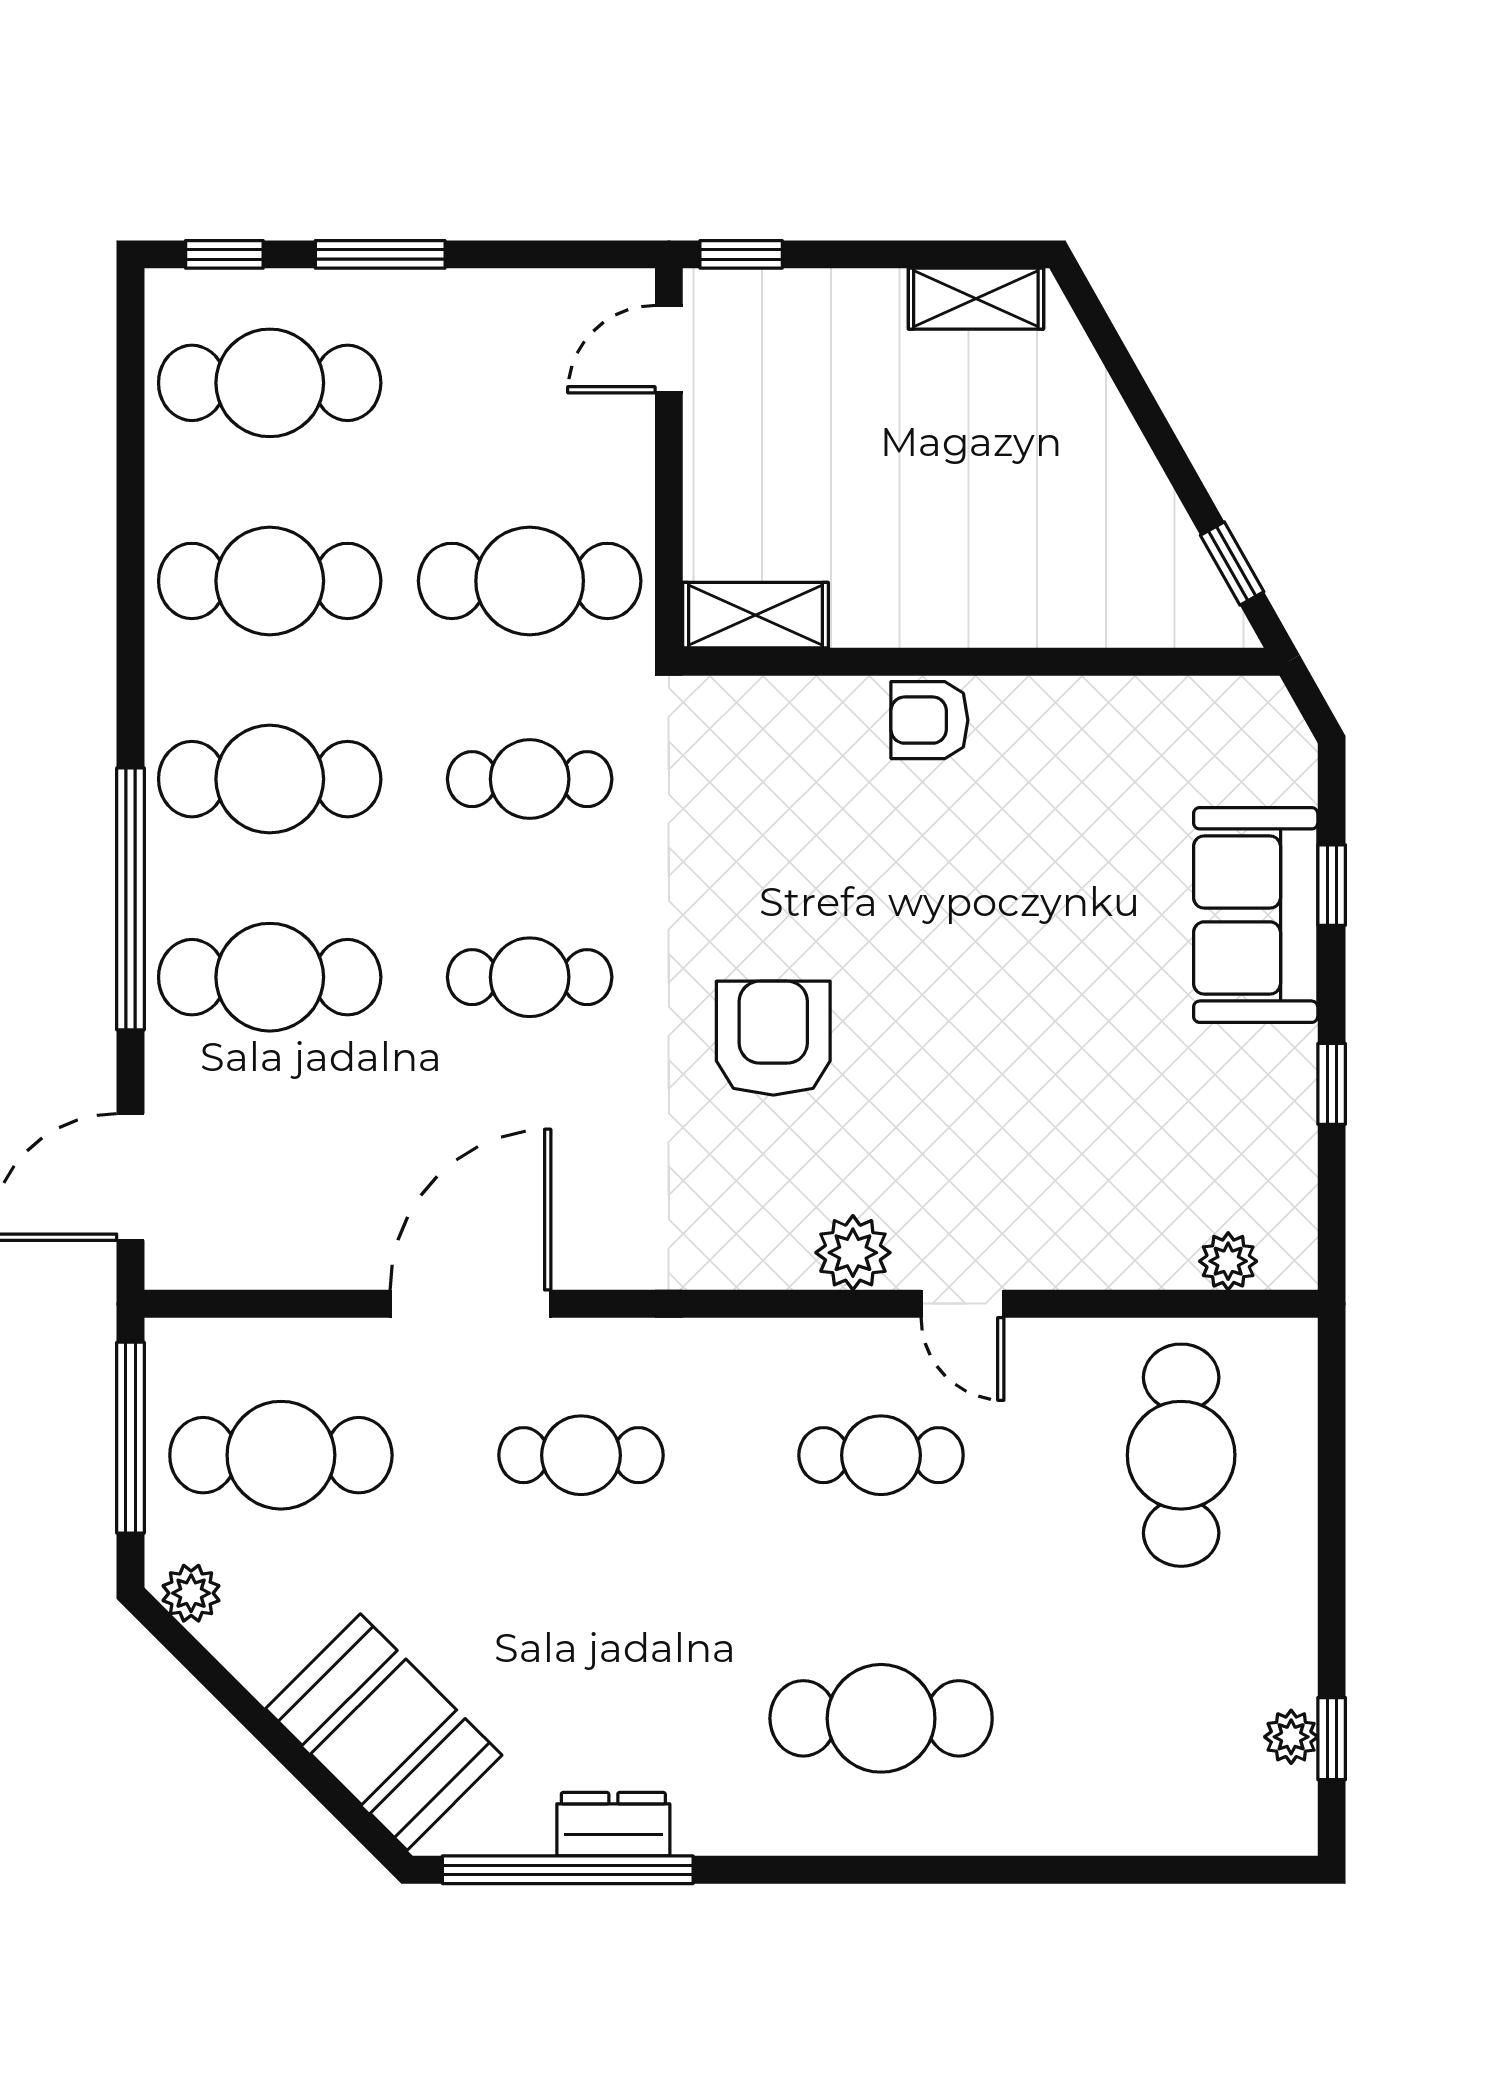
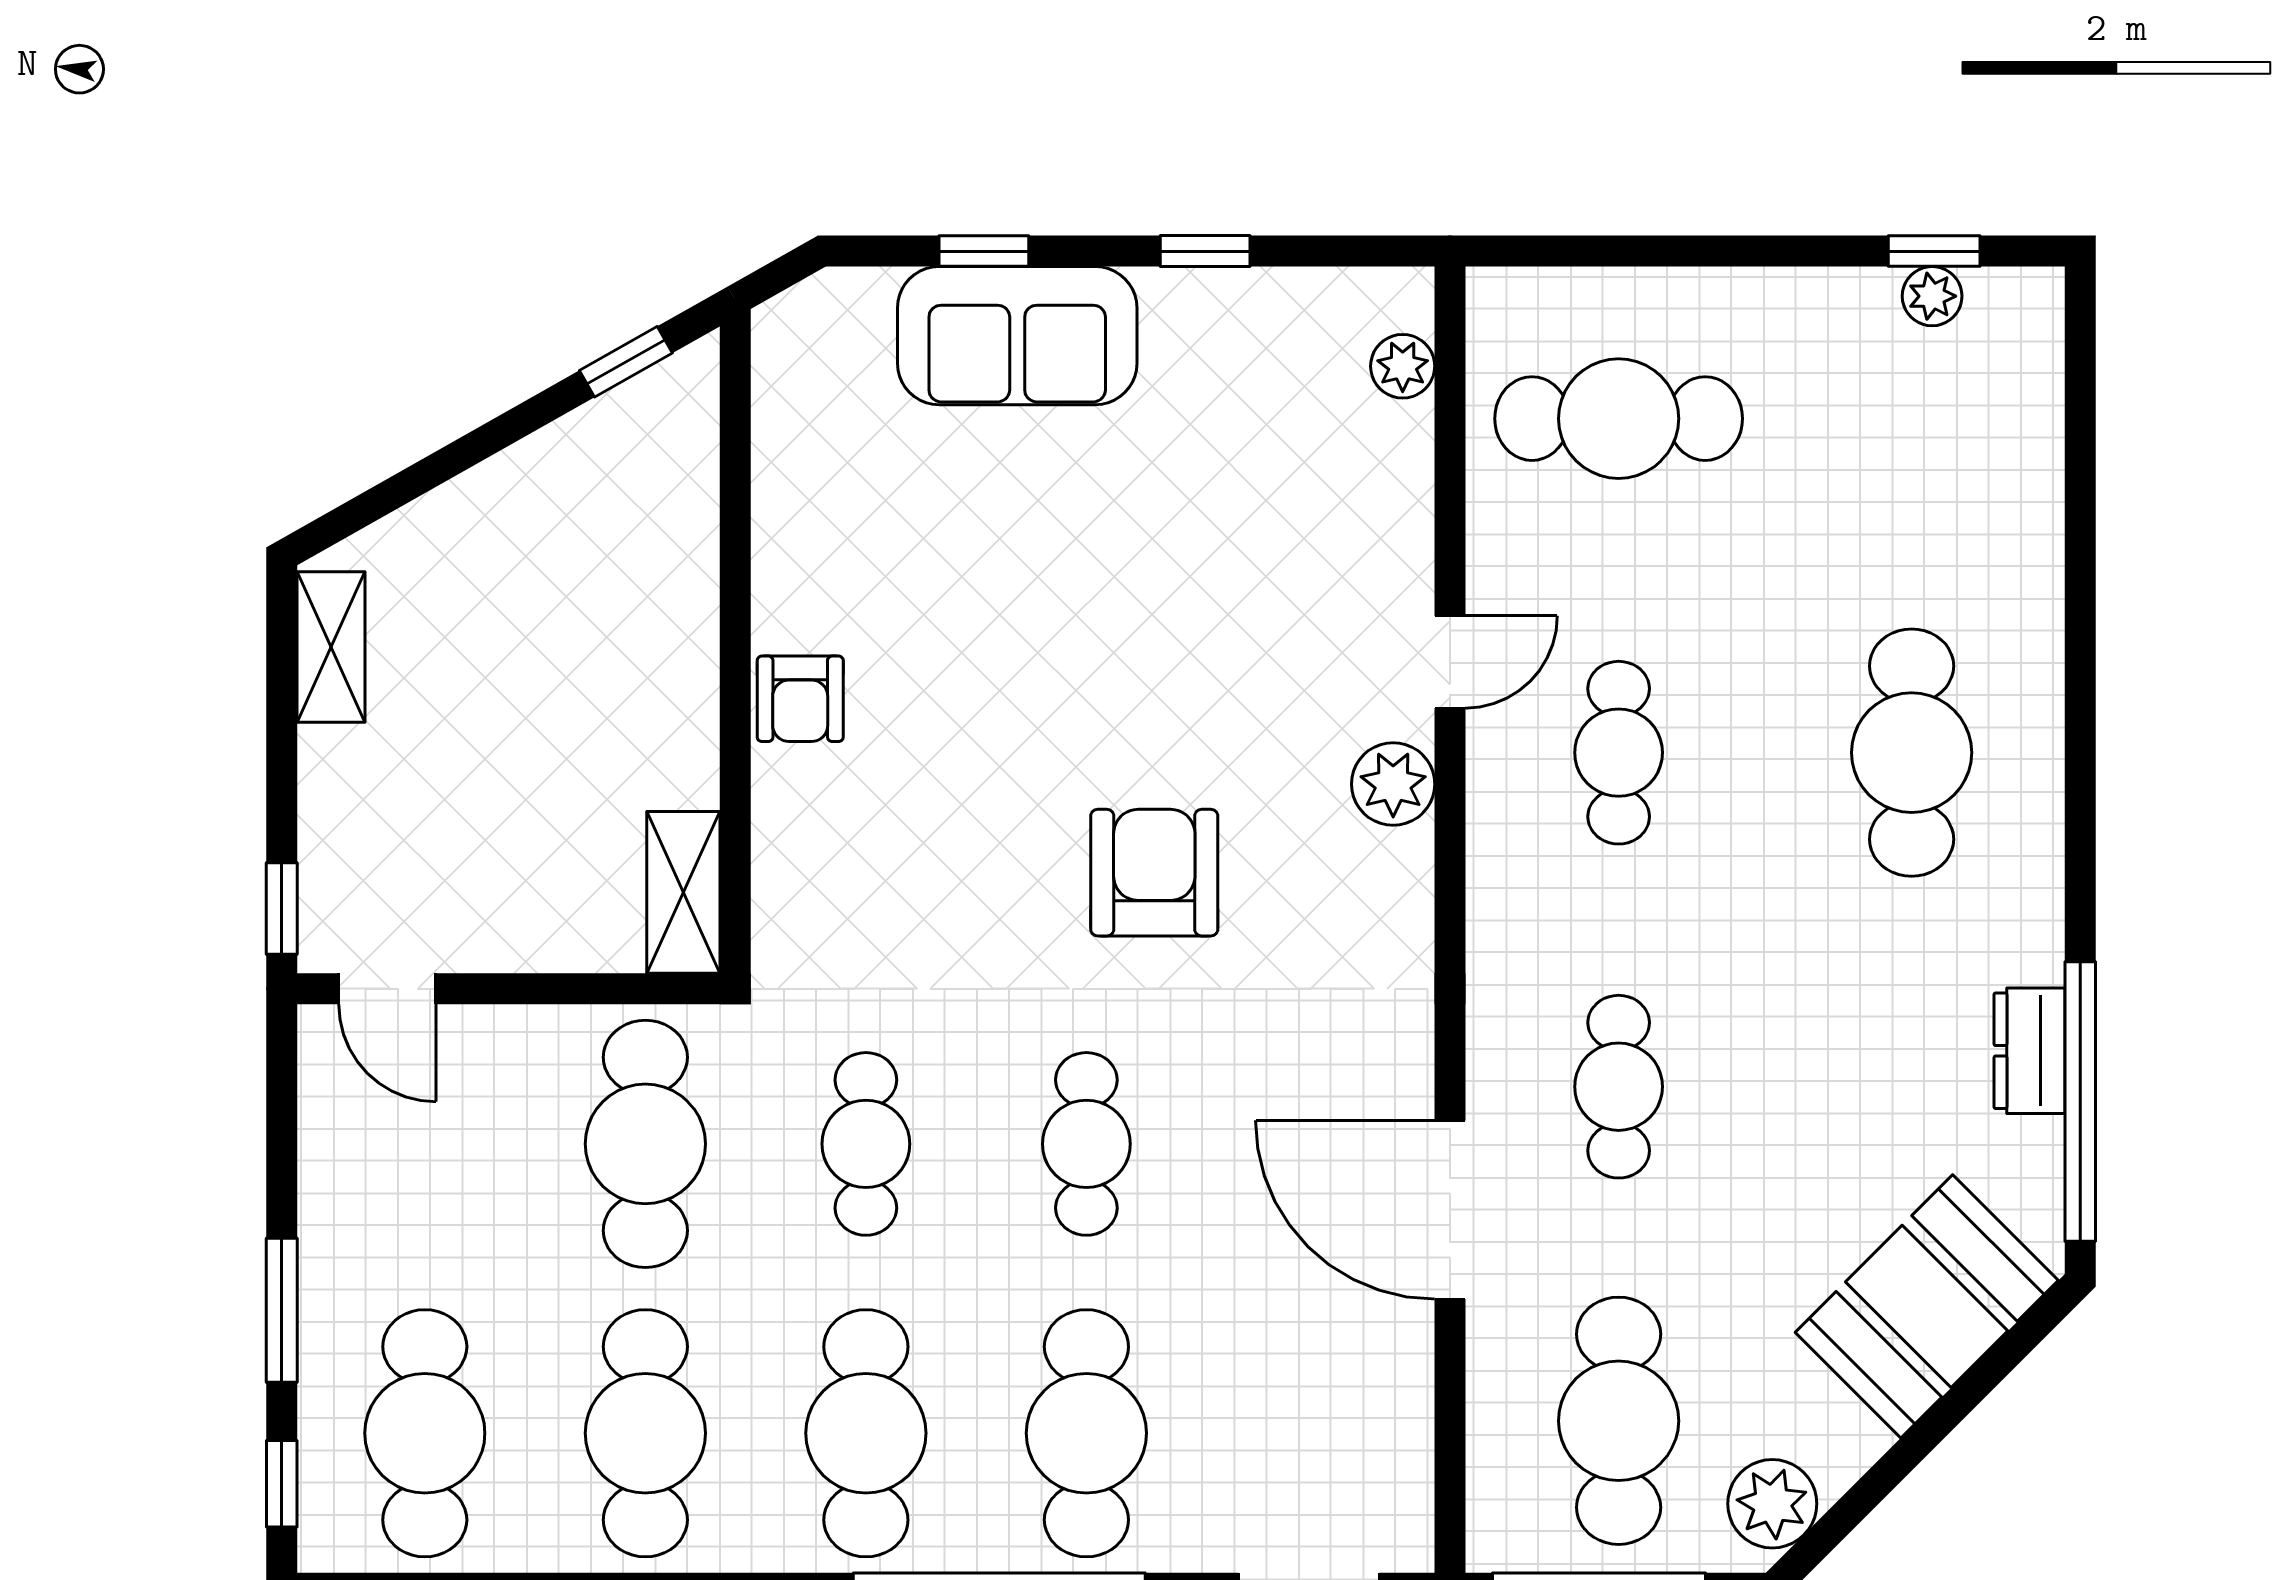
armchair: (773, 1038) -> (1154, 873), turned 90
plant: (191, 1593) -> (1772, 1504), width x1.38, depth x1.38

